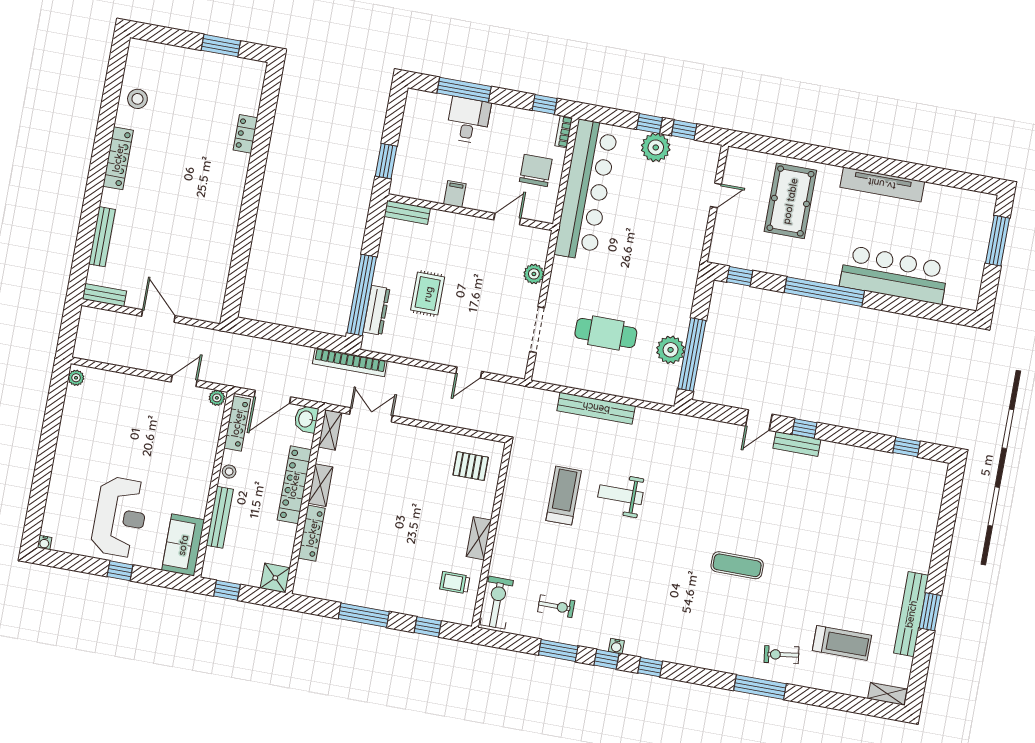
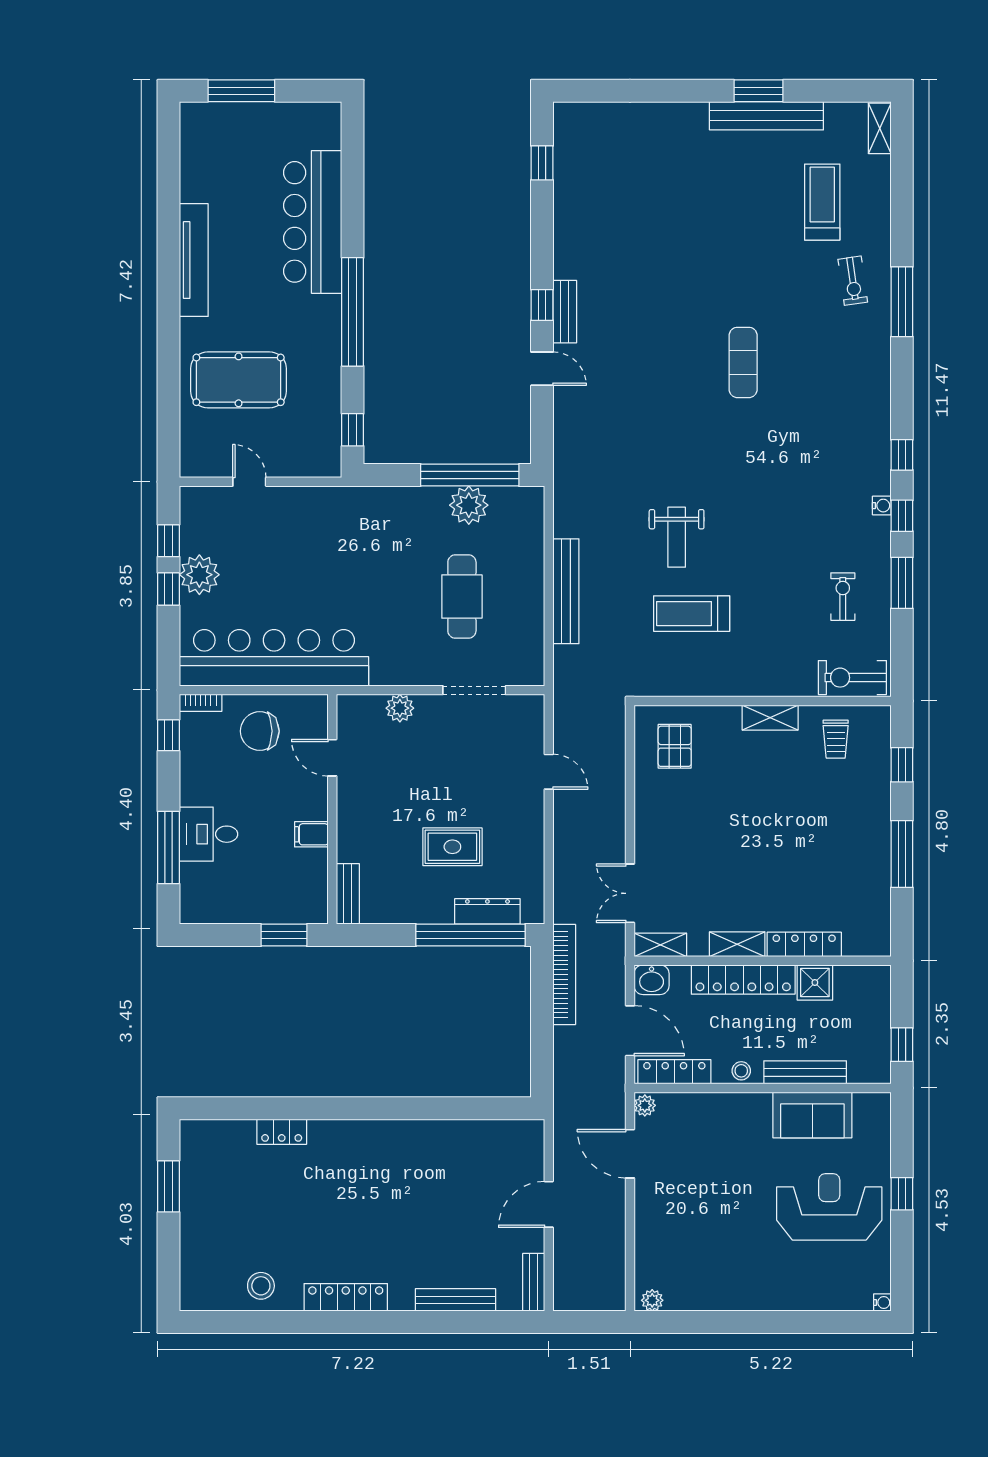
bookcase: (350, 362) -> (564, 974), moved
door: (184, 381) -> (630, 1154), width x1.38
sofa: (183, 545) -> (812, 1115), moved
shower: (275, 578) -> (815, 983), moved

